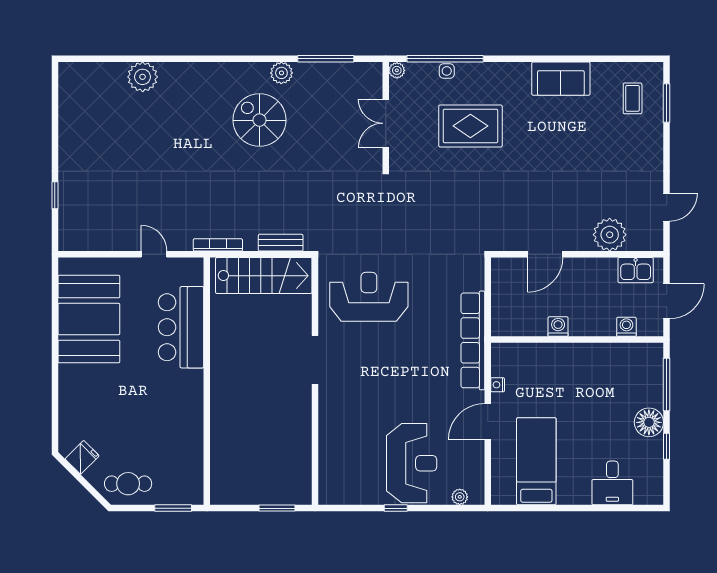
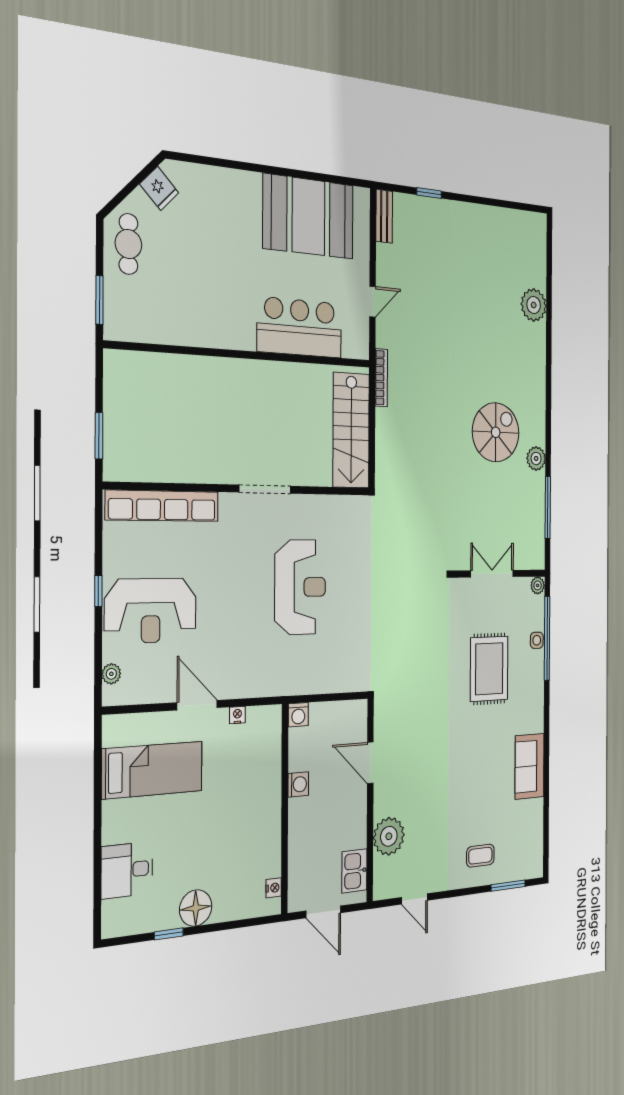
coffee table: (633, 98) -> (480, 856), moved
bench: (281, 243) -> (384, 216), moved
reception desk: (369, 297) -> (300, 587), moved
washing machine: (626, 327) -> (298, 715), moved, turned 90
row of seats: (473, 340) -> (163, 506), moved, turned 180
nightstand: (641, 350) -> (274, 888), added
window: (667, 384) -> (237, 924), removed

